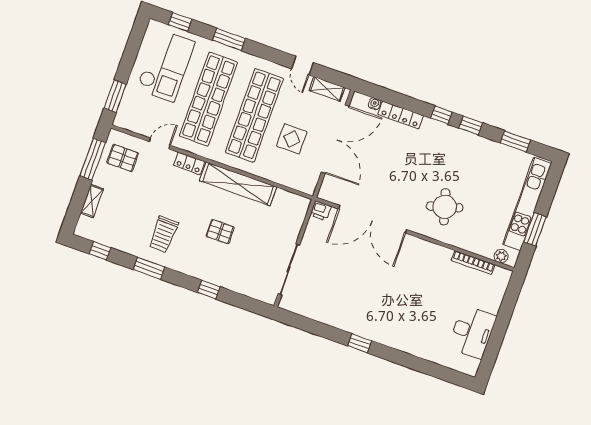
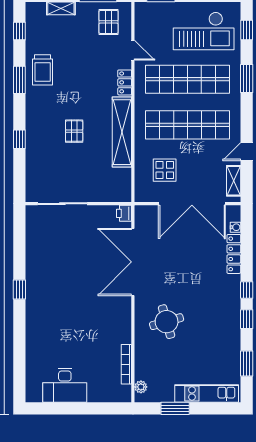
display table: (292, 139) -> (165, 170), moved
kitchen unit: (527, 204) -> (207, 393), width x0.73
trolley: (164, 234) -> (43, 70), moved, turned -91

